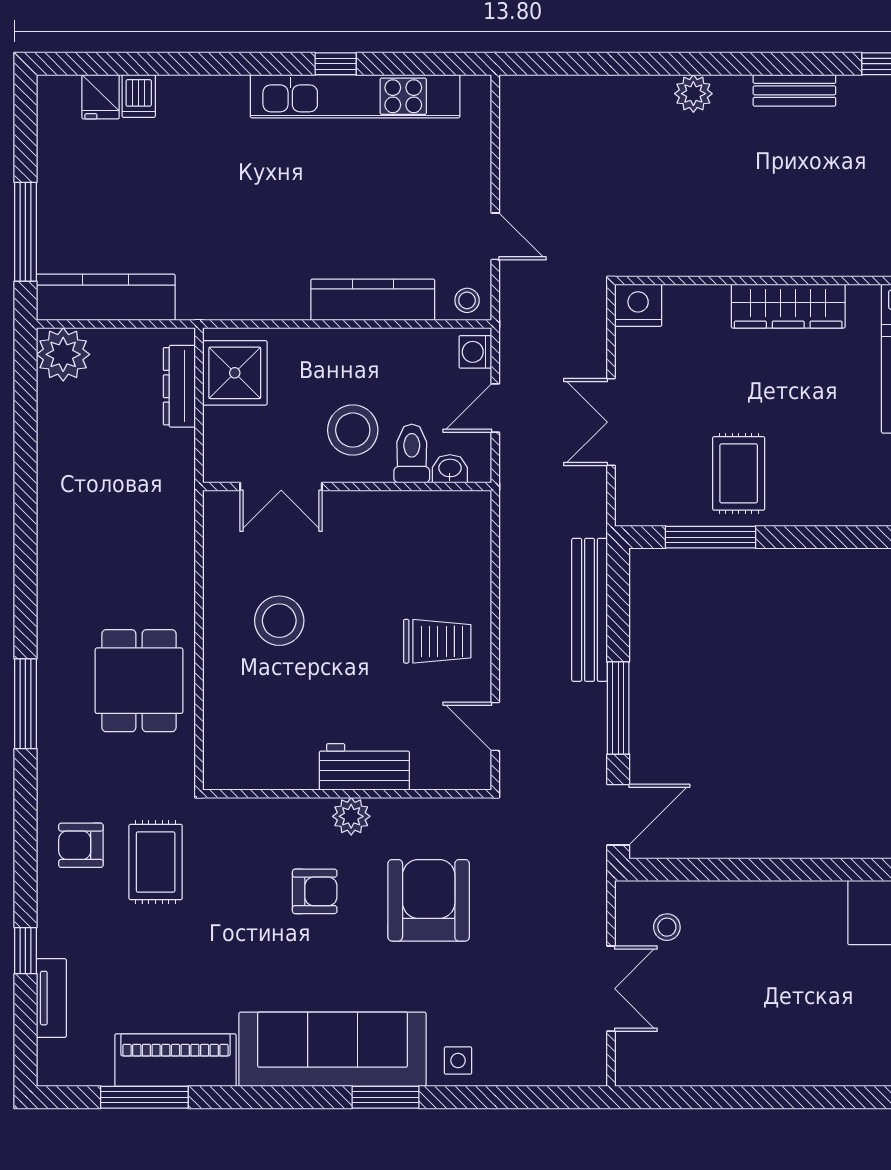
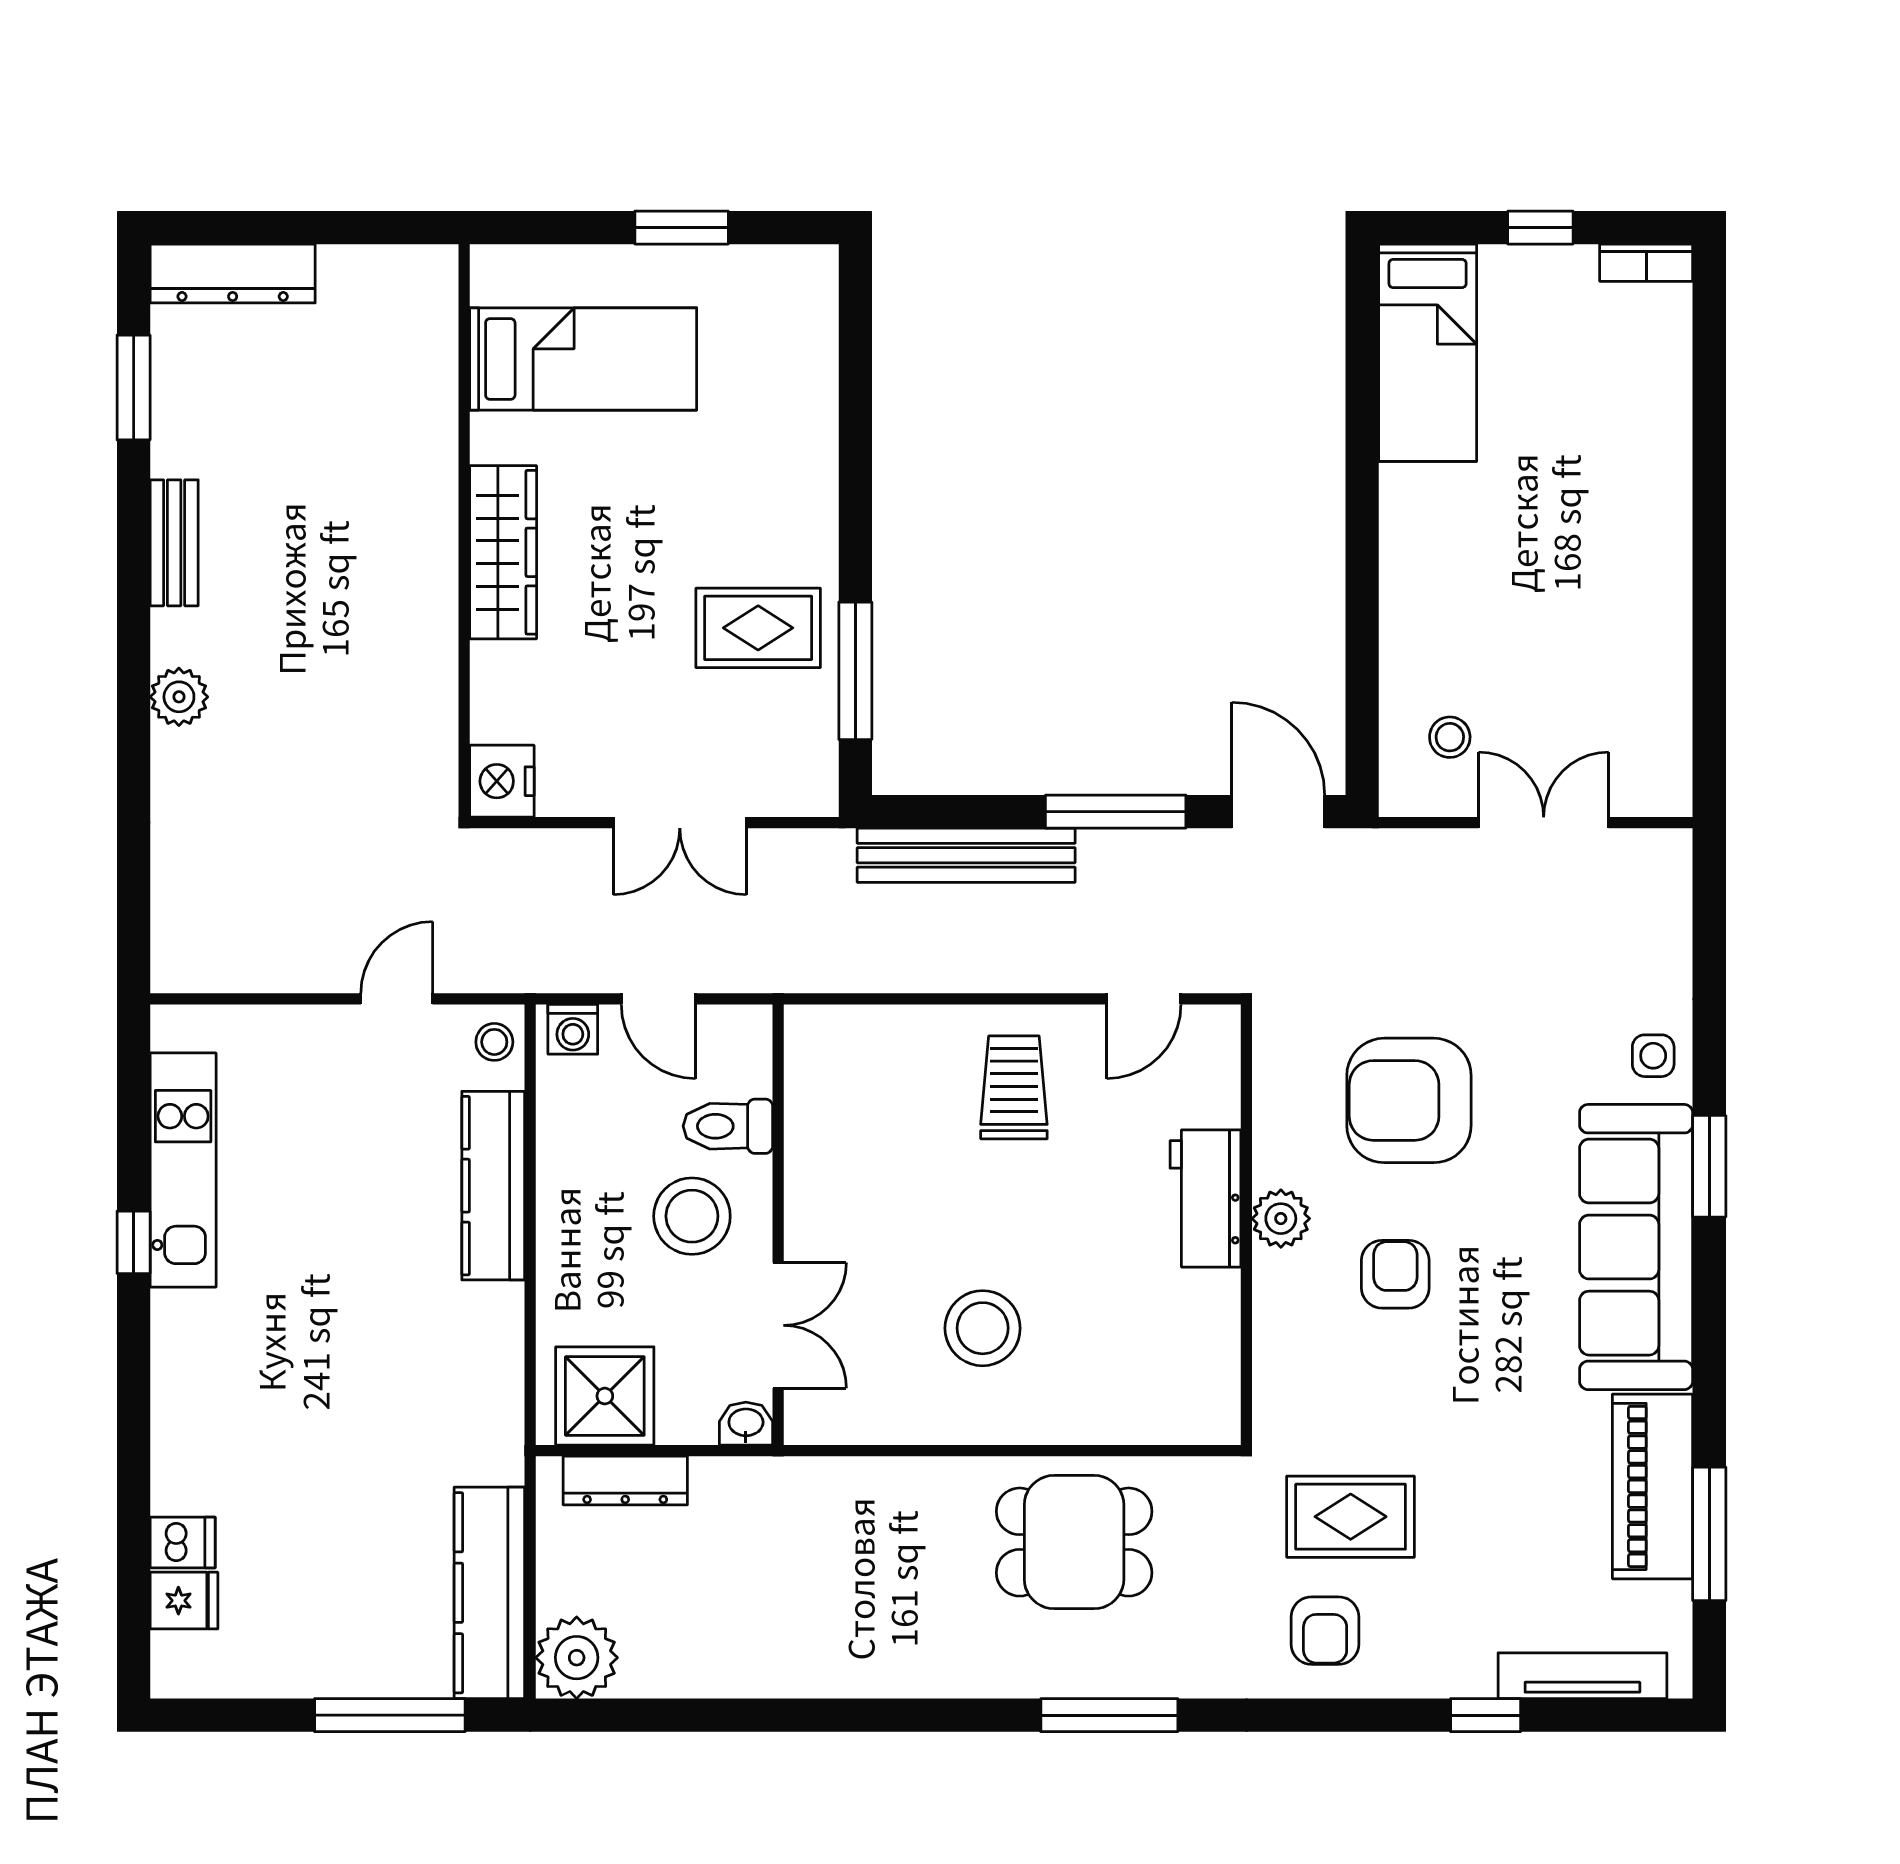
kitchen unit: (355, 96) -> (183, 1170), width x0.73
washbasin: (450, 469) -> (746, 1424), moved, turned 90
tv unit: (51, 998) -> (1582, 1676), width x1.41

